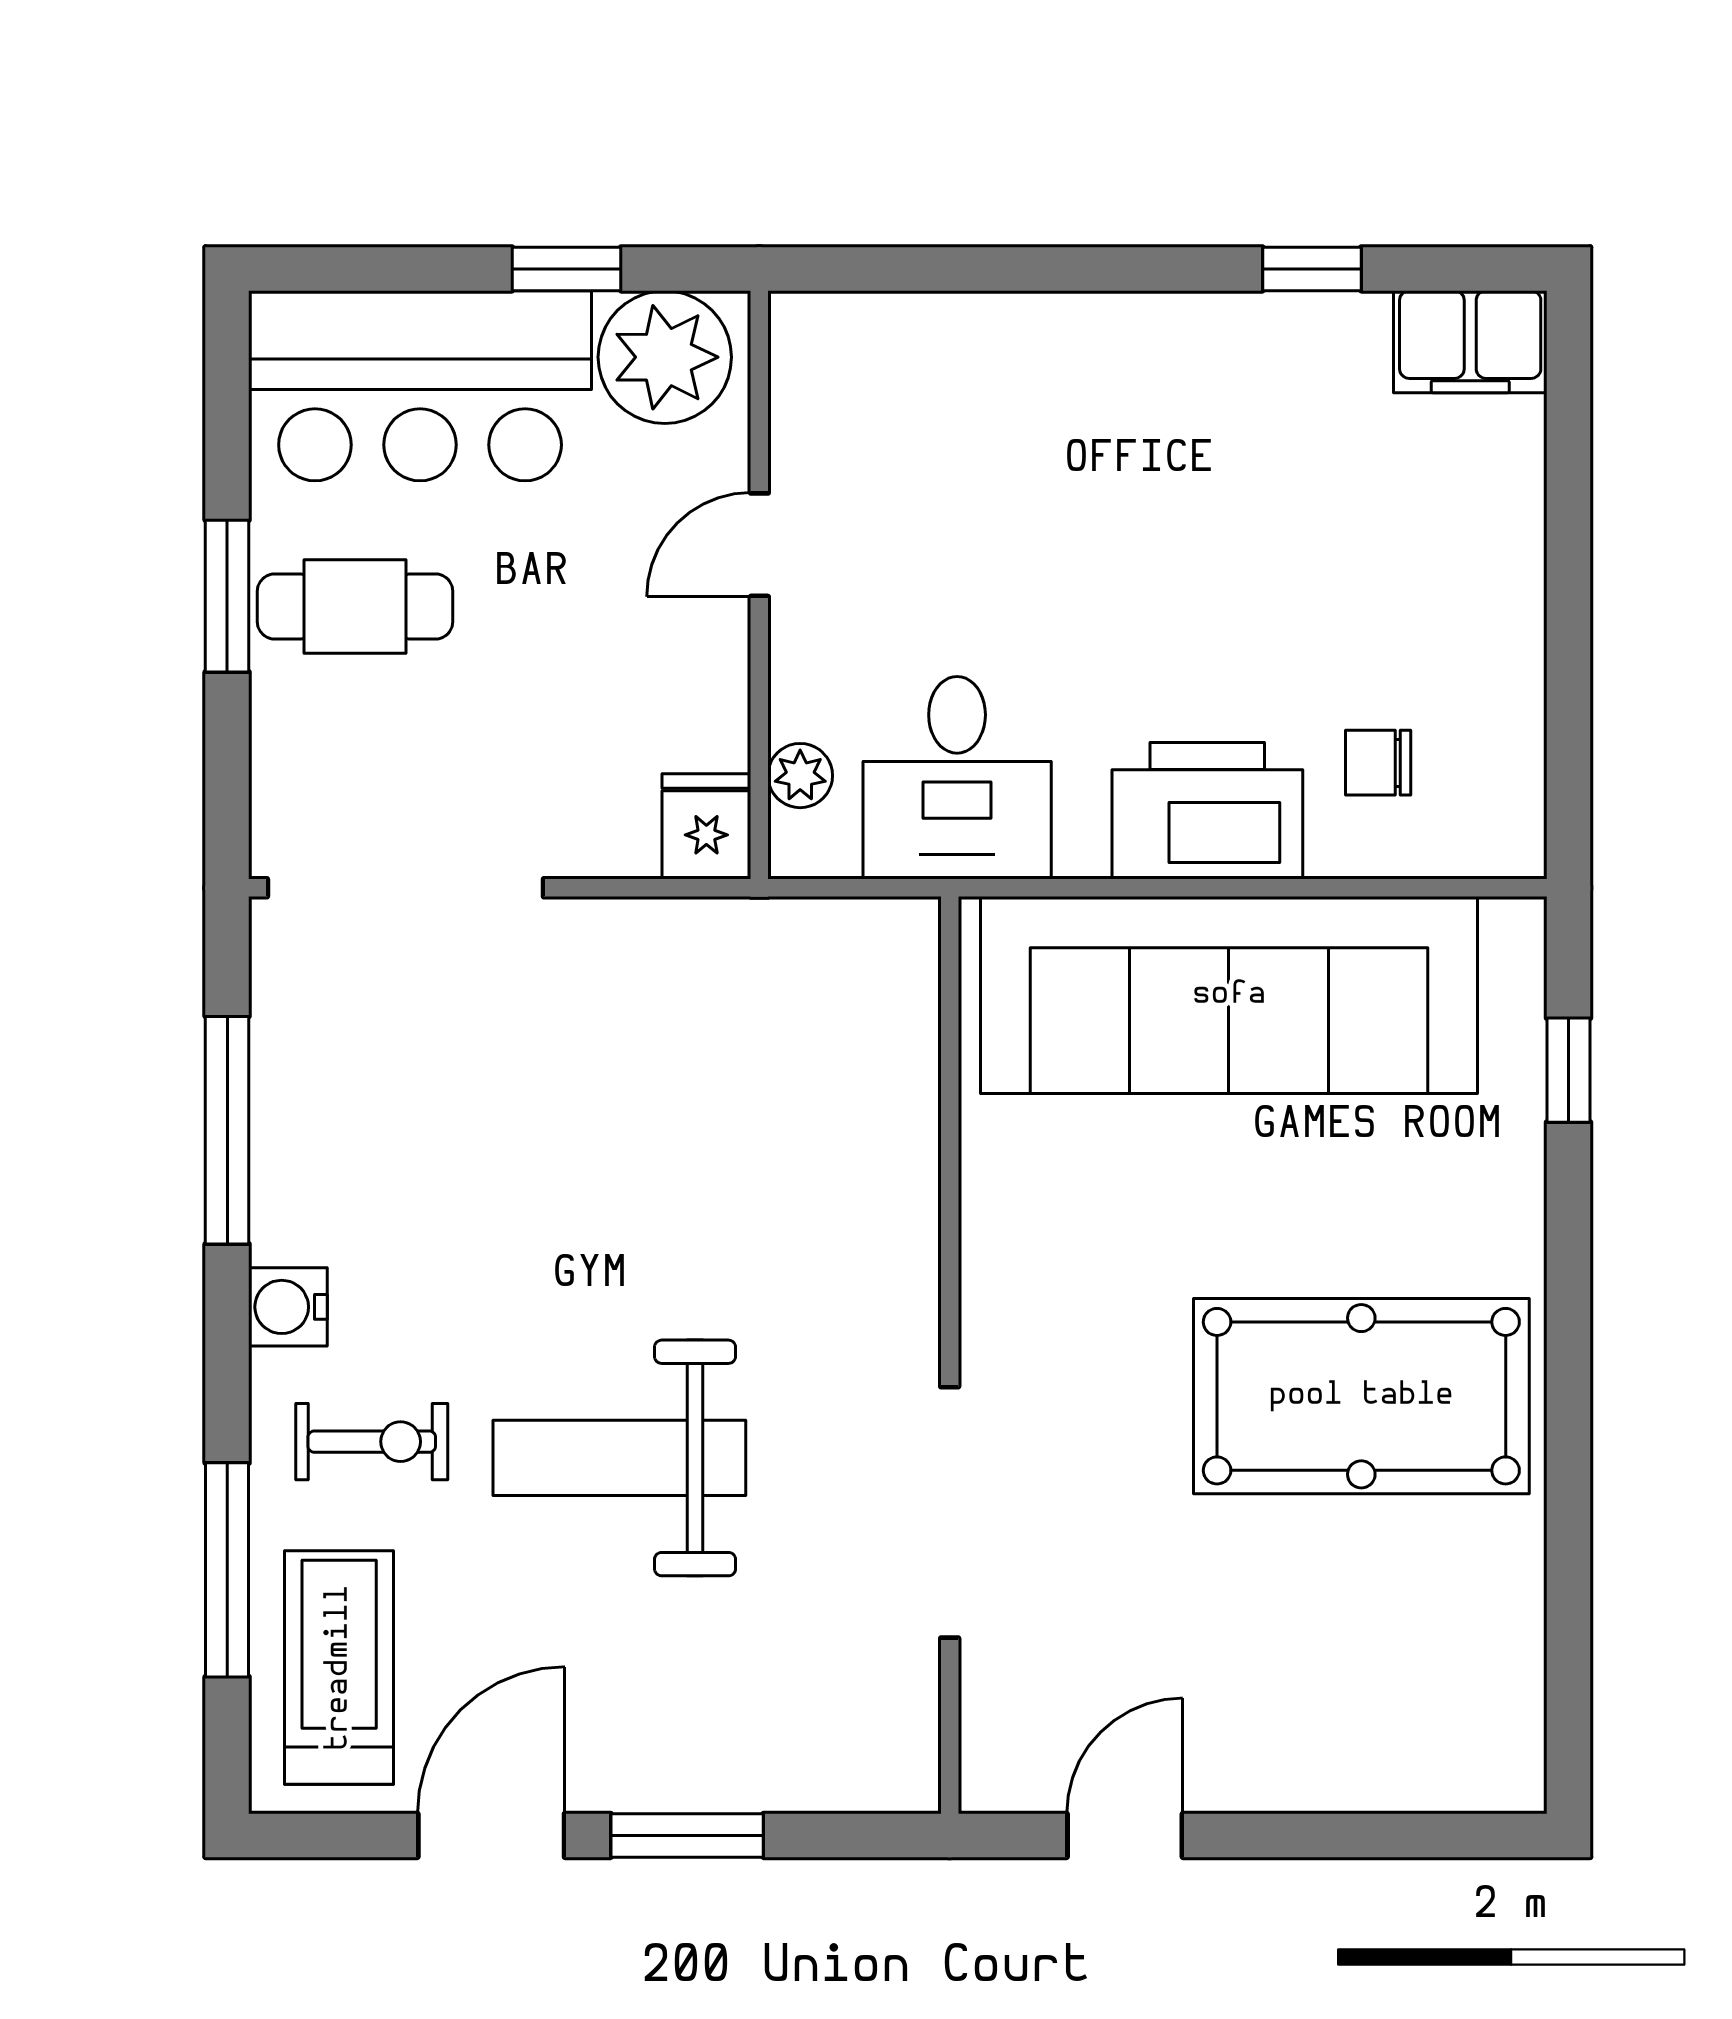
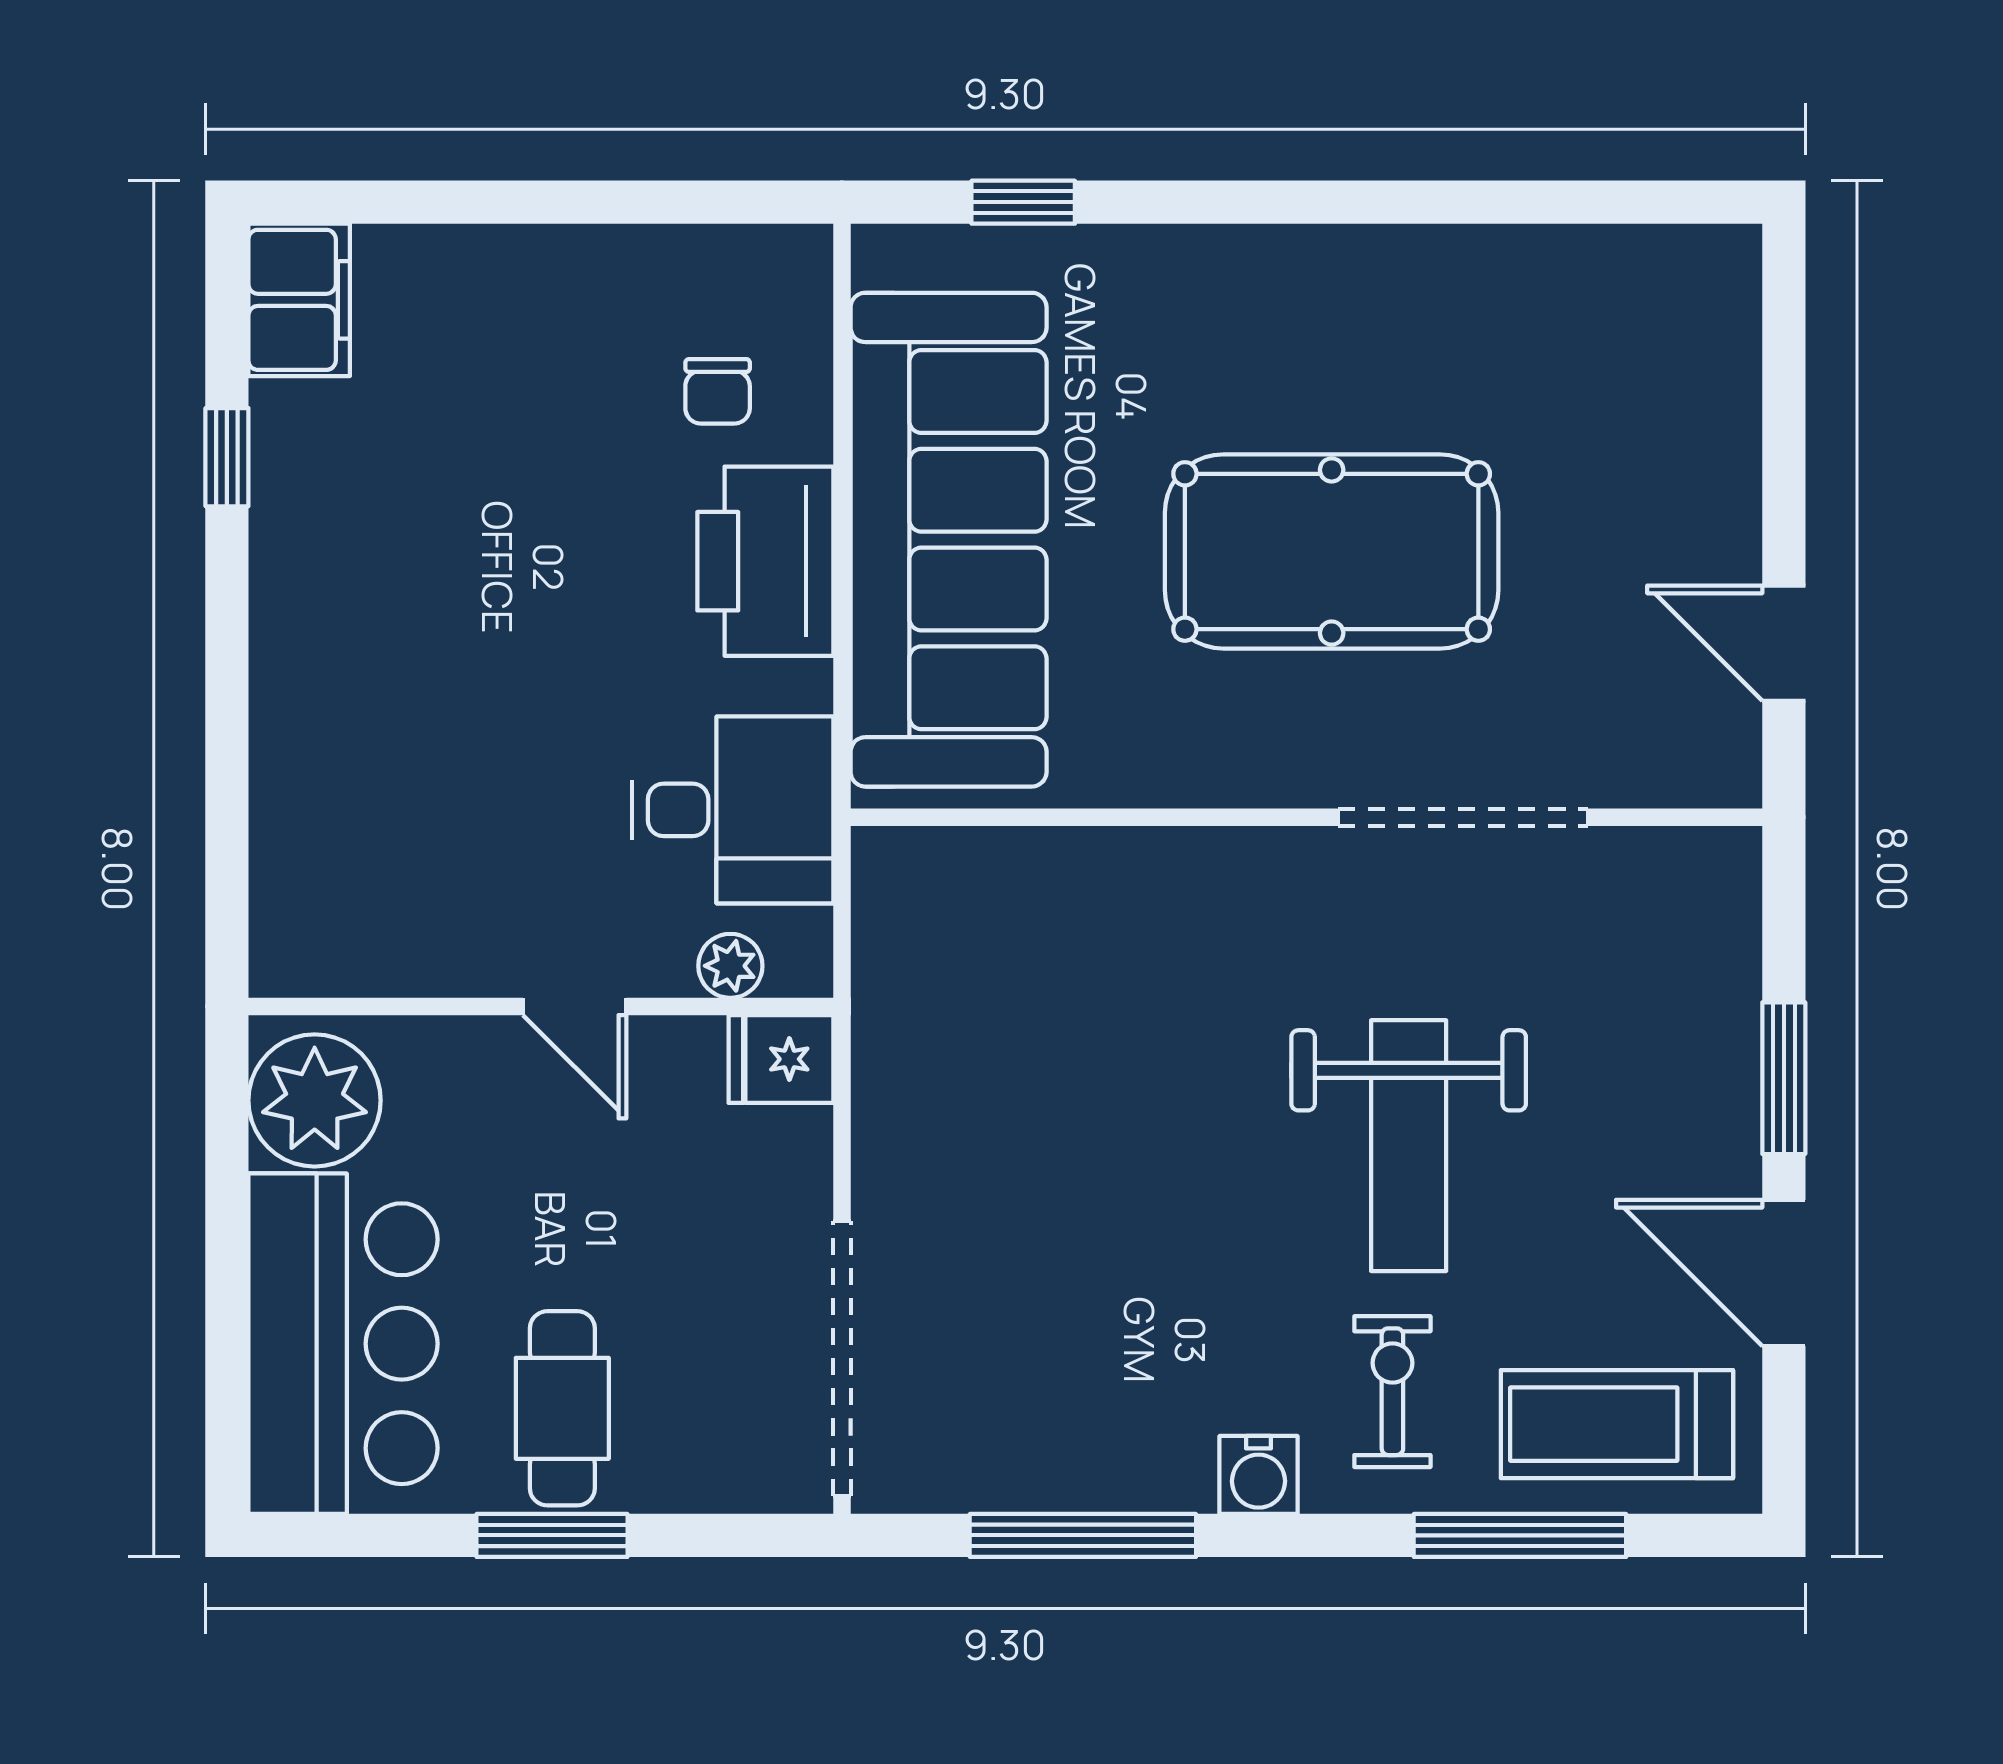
window: (567, 269) -> (227, 1198), removed
door: (759, 545) -> (575, 1006), moved
pool table: (1361, 1396) -> (1332, 551), moved, turned 90

